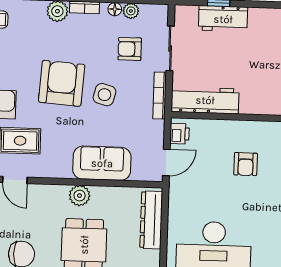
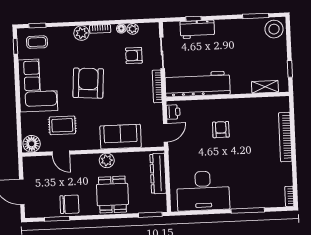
side table: (104, 95) -> (119, 89), removed
workbench: (205, 100) -> (198, 84), width x1.36, depth x1.32
armchair: (246, 164) -> (221, 130), turned 180

